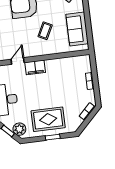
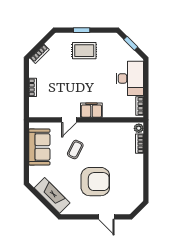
door: (18, 61) -> (69, 120), moved
rug: (48, 119) -> (84, 51), width x0.73, depth x0.70
plant: (19, 129) -> (118, 44), removed

